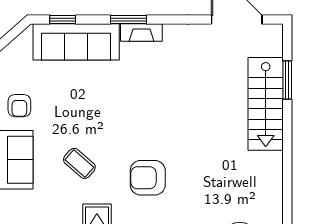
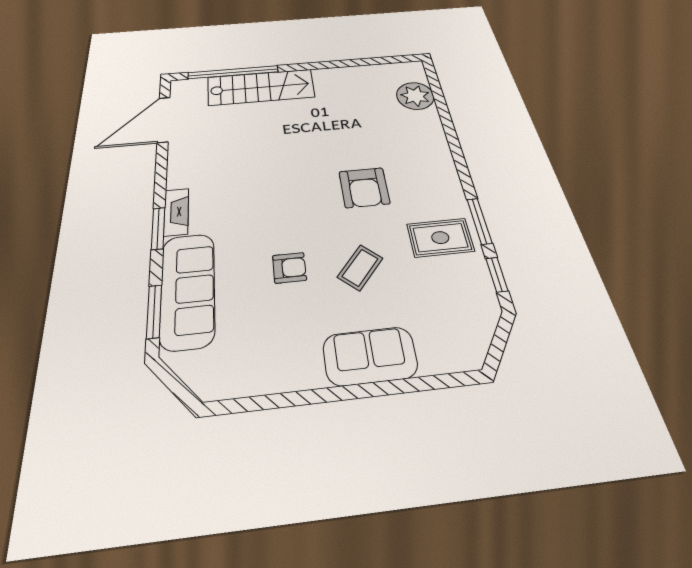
window: (63, 19) -> (154, 311), width x1.50
window: (287, 80) -> (233, 72), width x2.11
armchair: (19, 106) -> (289, 268), moved

